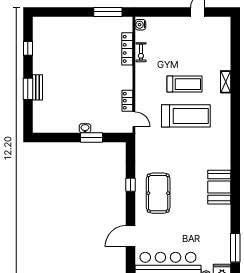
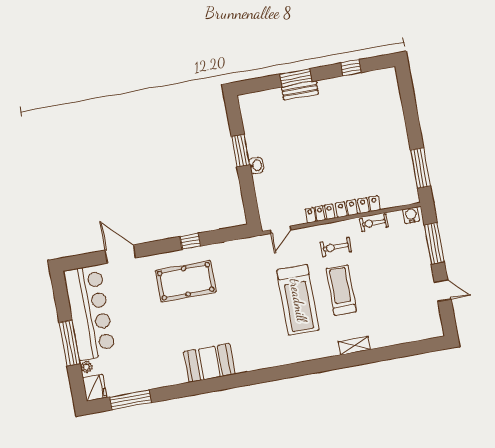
window: (163, 12) -> (434, 243), added
locker: (127, 49) -> (358, 207), moved
exercise bike: (153, 82) -> (336, 247), added
treadmill: (184, 84) -> (341, 290), turned 180
locker: (127, 101) -> (320, 213), moved
window: (91, 137) -> (241, 151), moved

